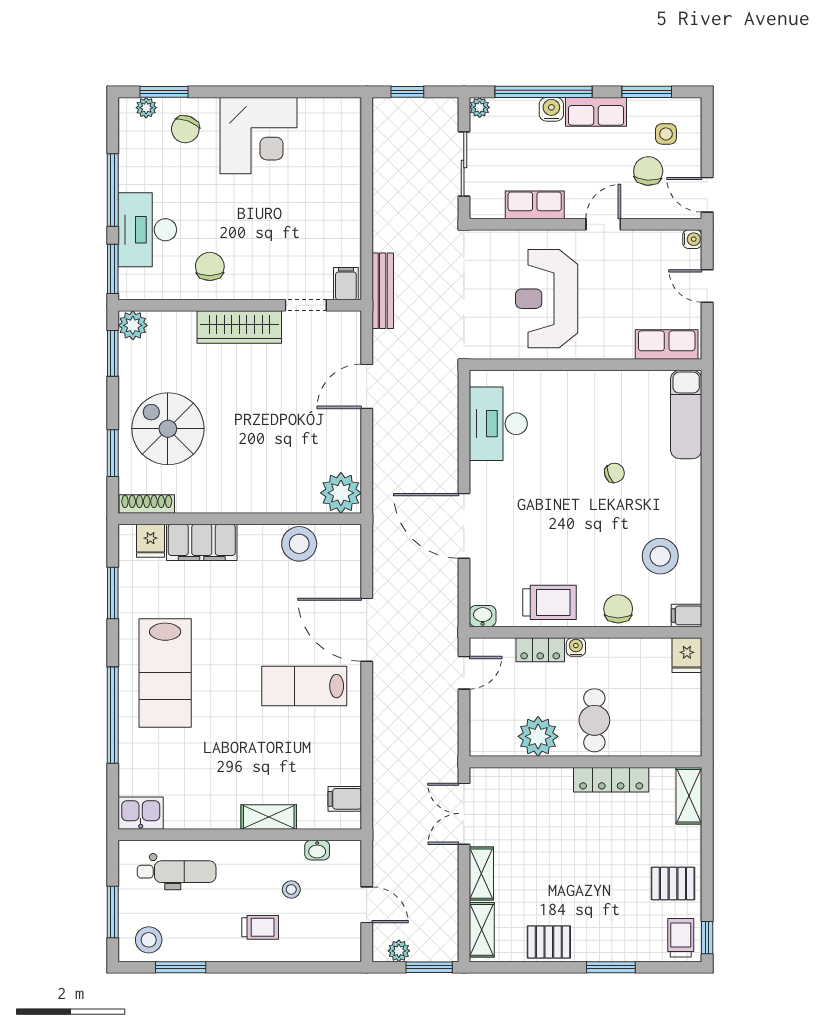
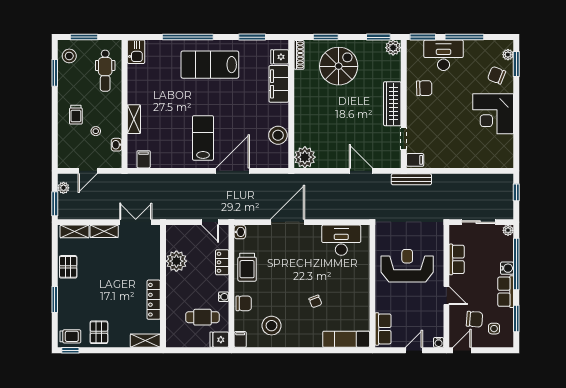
water cooler: (576, 647) -> (224, 297), moved
cafe table: (594, 720) -> (202, 317), moved

